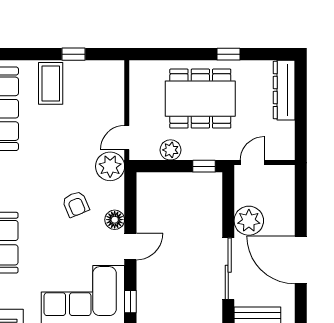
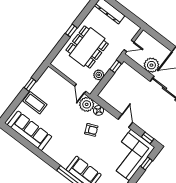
window: (228, 54) -> (71, 31), moved
door: (252, 163) -> (129, 46), swing flipped
floor lamp: (115, 220) -> (99, 110), moved

